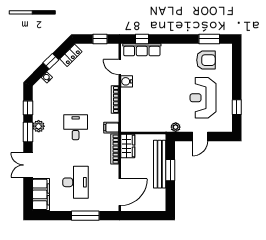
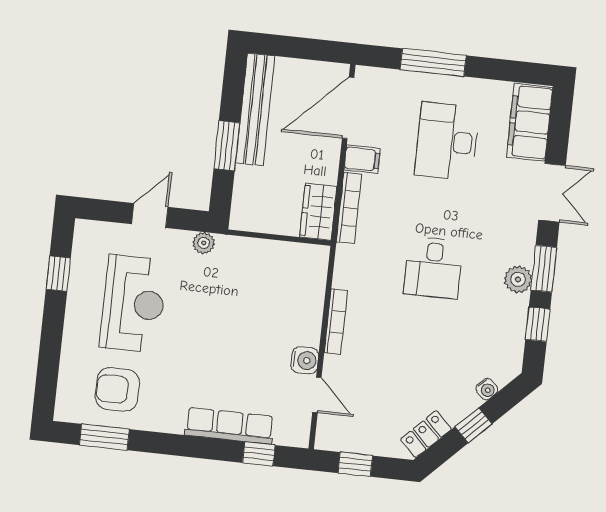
row of seats: (142, 50) -> (229, 426), moved
filing cabinet: (111, 128) -> (362, 159), moved
bench: (160, 164) -> (255, 109), moved

